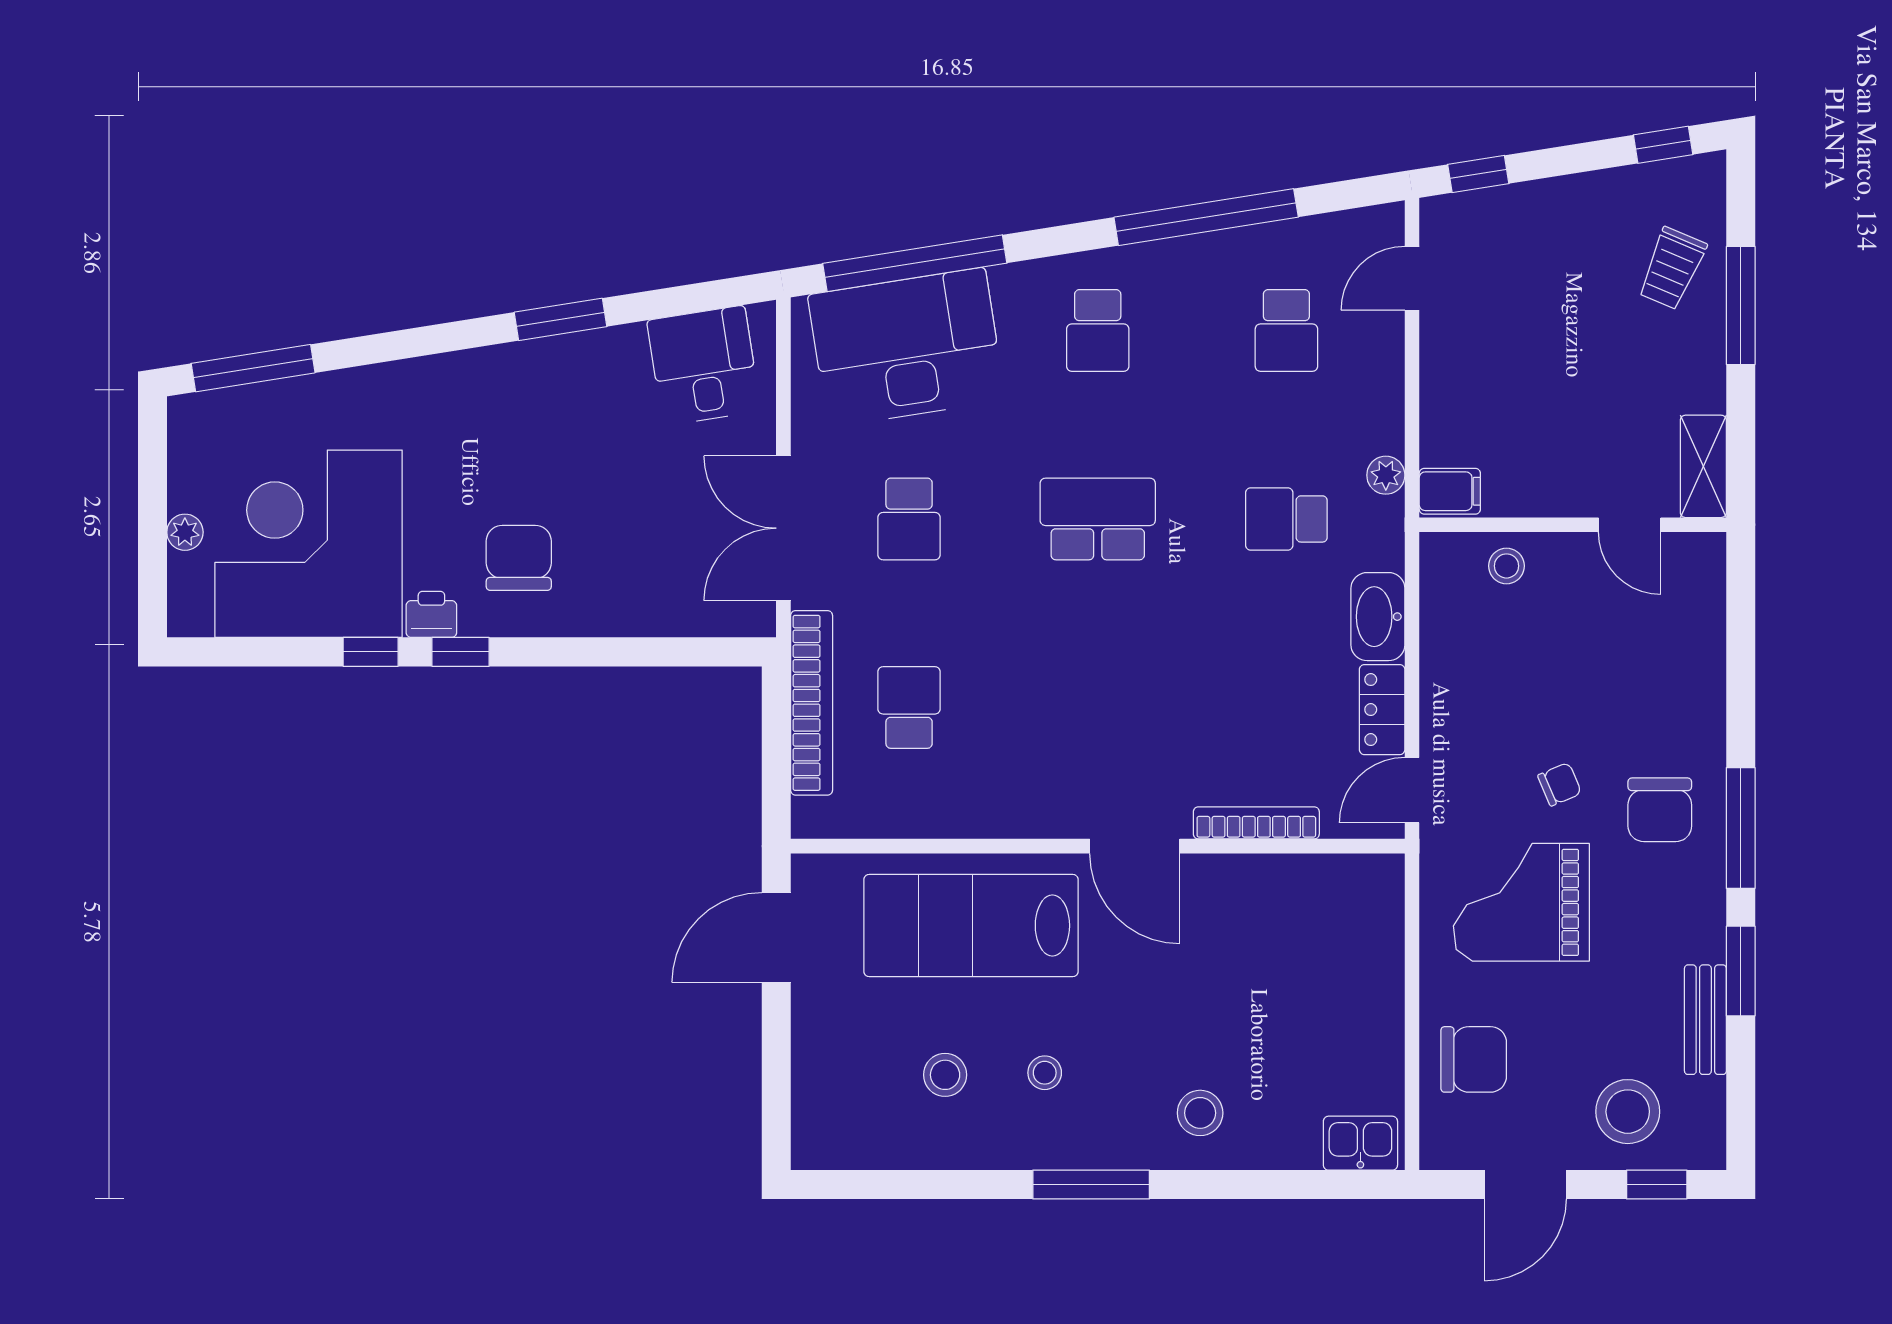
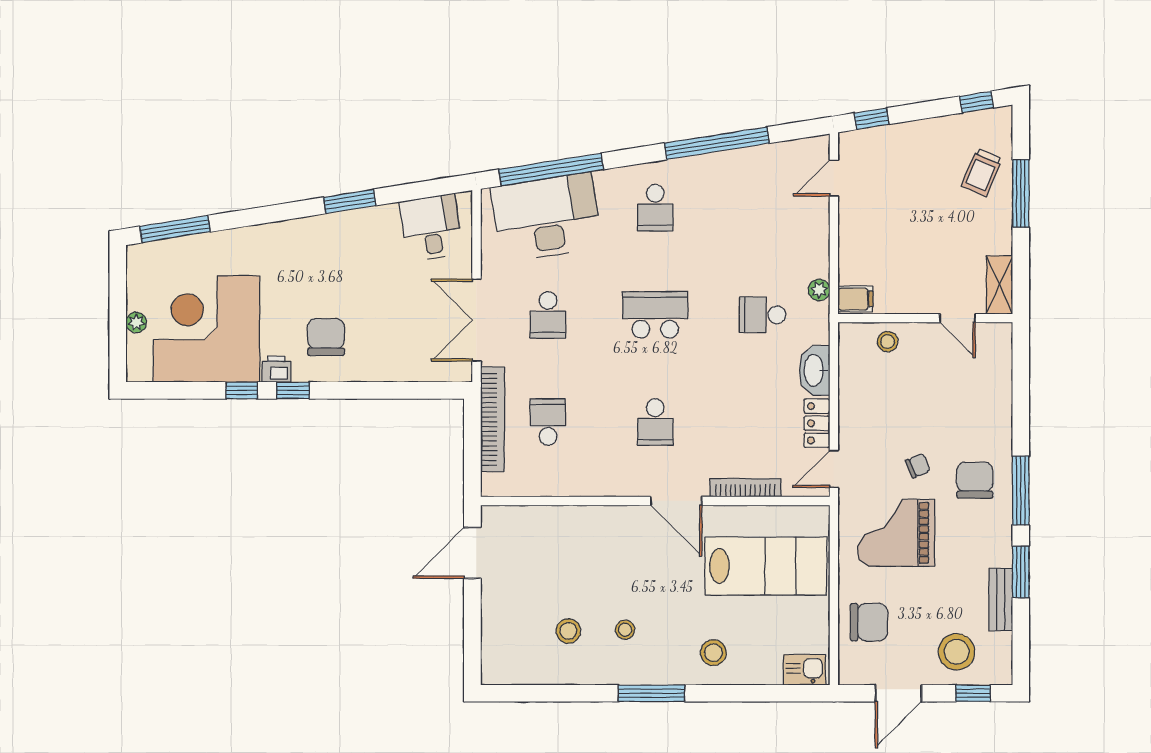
school desk: (1286, 330) -> (655, 422), moved
chair: (1660, 810) -> (975, 480), turned 180
lab bench: (971, 926) -> (766, 566), moved, turned 180

